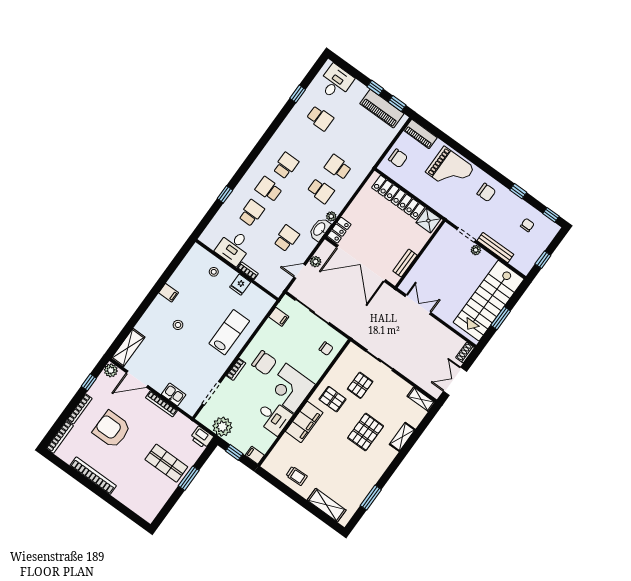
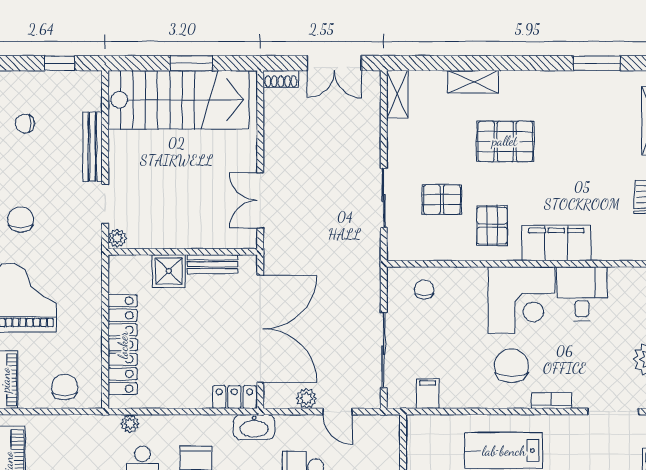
plant: (331, 216) -> (130, 424), moved
shower: (428, 221) -> (169, 271), moved
plant: (476, 250) -> (117, 238), moved

